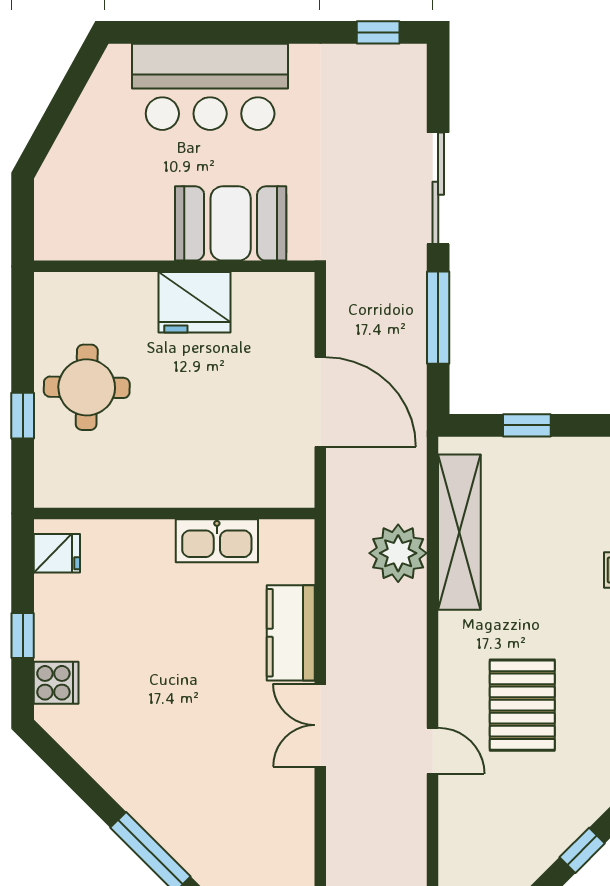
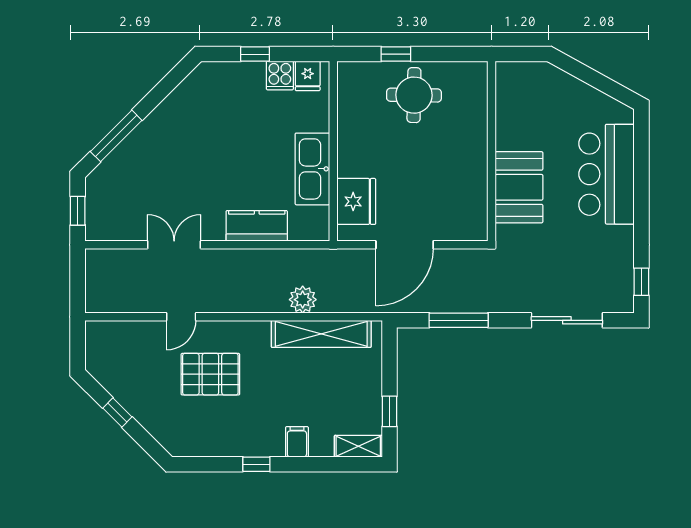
sliding door: (438, 188) -> (567, 320), moved
fridge: (195, 302) -> (356, 201), moved, turned 180
window: (527, 425) -> (390, 411), moved
kitchen sink: (217, 541) -> (312, 169), width x1.36, depth x1.24
plant: (398, 553) -> (303, 300), width x0.73, depth x0.73
cooker: (56, 683) -> (280, 76), moved
double door: (320, 725) -> (174, 245), moved

